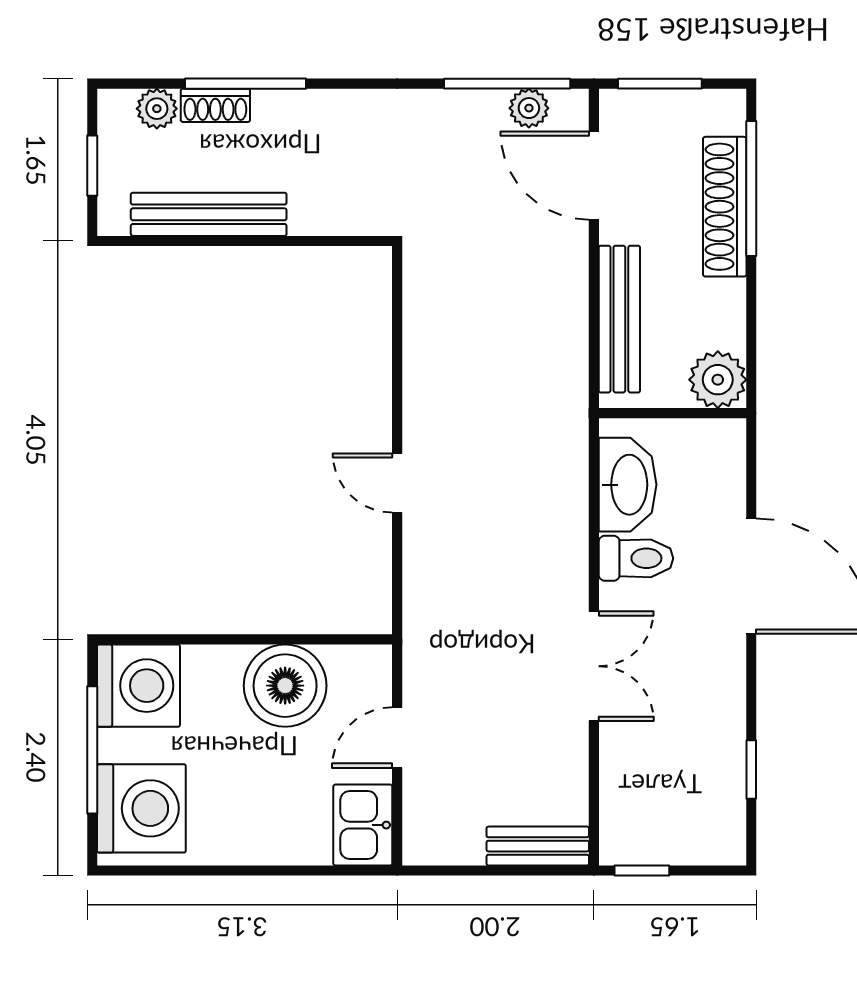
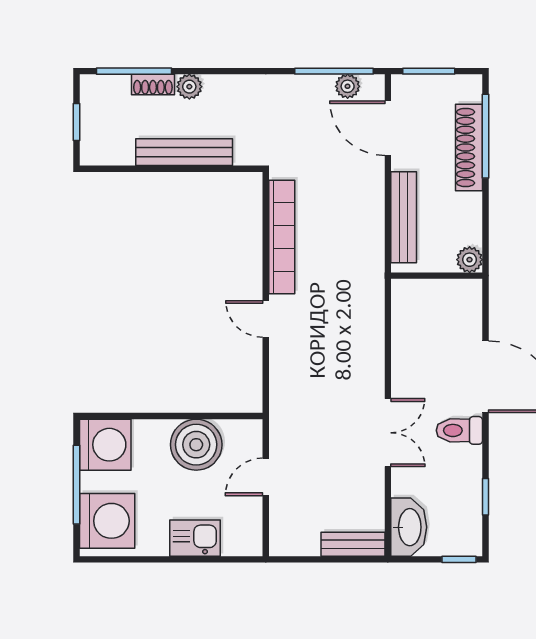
window: (245, 84) -> (134, 71), moved
plant: (157, 109) -> (189, 87), moved
bench: (209, 214) -> (184, 152), moved
bookcase: (423, 351) -> (282, 237), added
plant: (718, 380) -> (470, 260), width x0.73, depth x0.73
washbasin: (628, 485) -> (409, 527), moved
toilet: (636, 558) -> (459, 430), moved, turned 180
kitchen sink: (363, 825) -> (195, 538), moved, turned 90
window: (642, 871) -> (459, 559), moved

